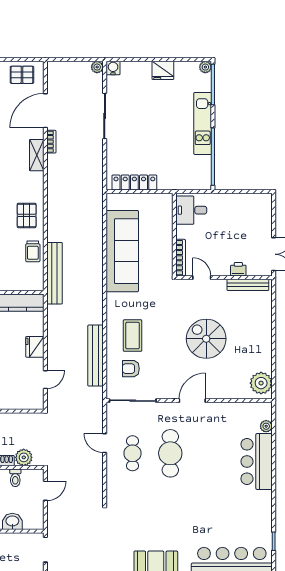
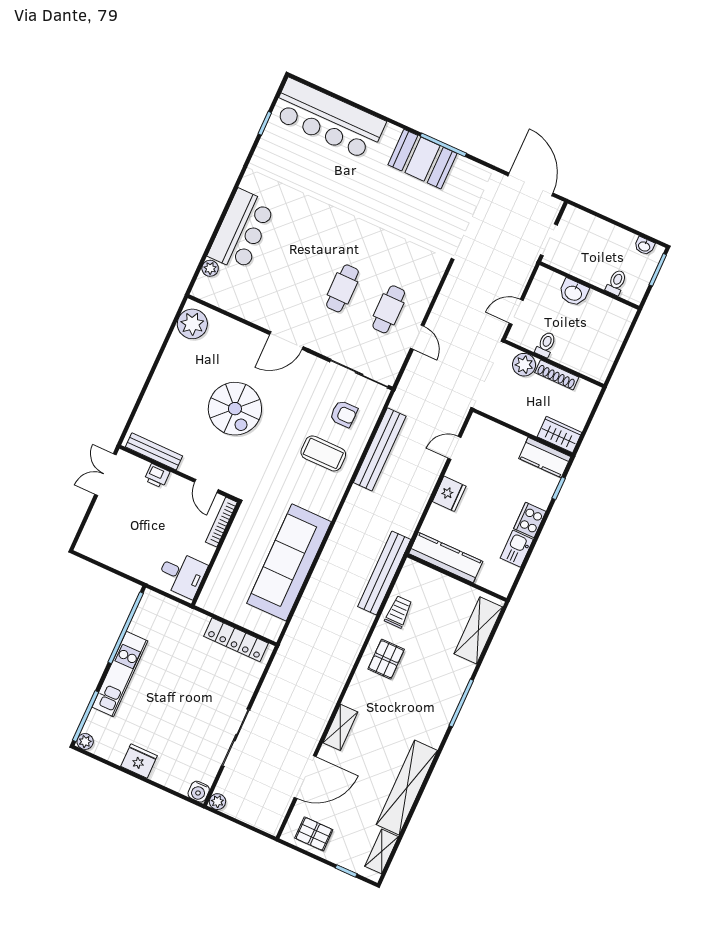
bookcase: (51, 142) -> (315, 736), removed
coffee table: (133, 336) -> (323, 453), turned 90
cafe table: (170, 453) -> (342, 288), width x0.73, depth x0.74

